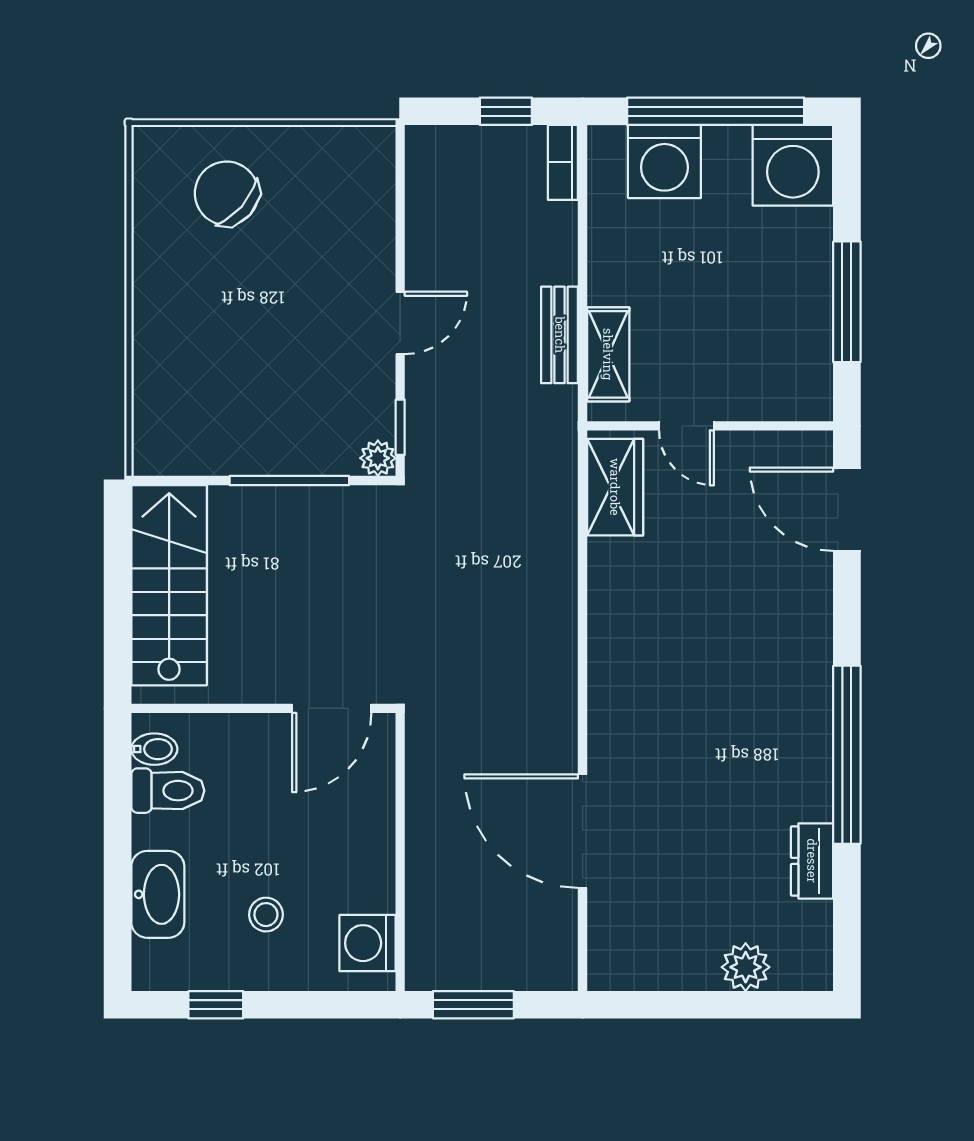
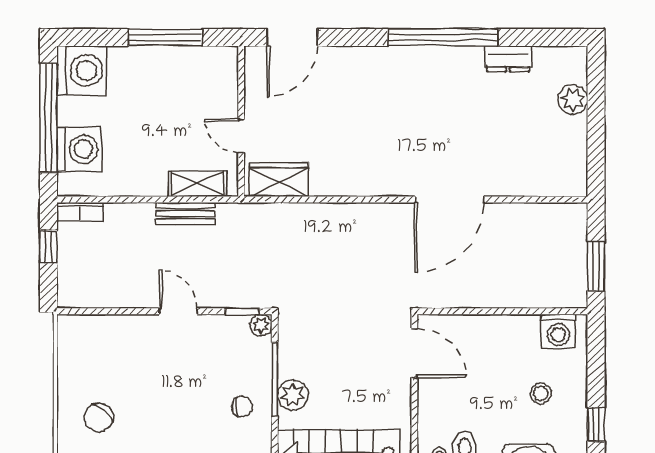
chair: (227, 193) -> (99, 418), width x0.73, depth x0.73
door: (686, 426) -> (241, 136), swing flipped
chair: (245, 427) -> (242, 406), added
plant: (263, 510) -> (293, 395), added
door: (583, 831) -> (450, 199), moved

